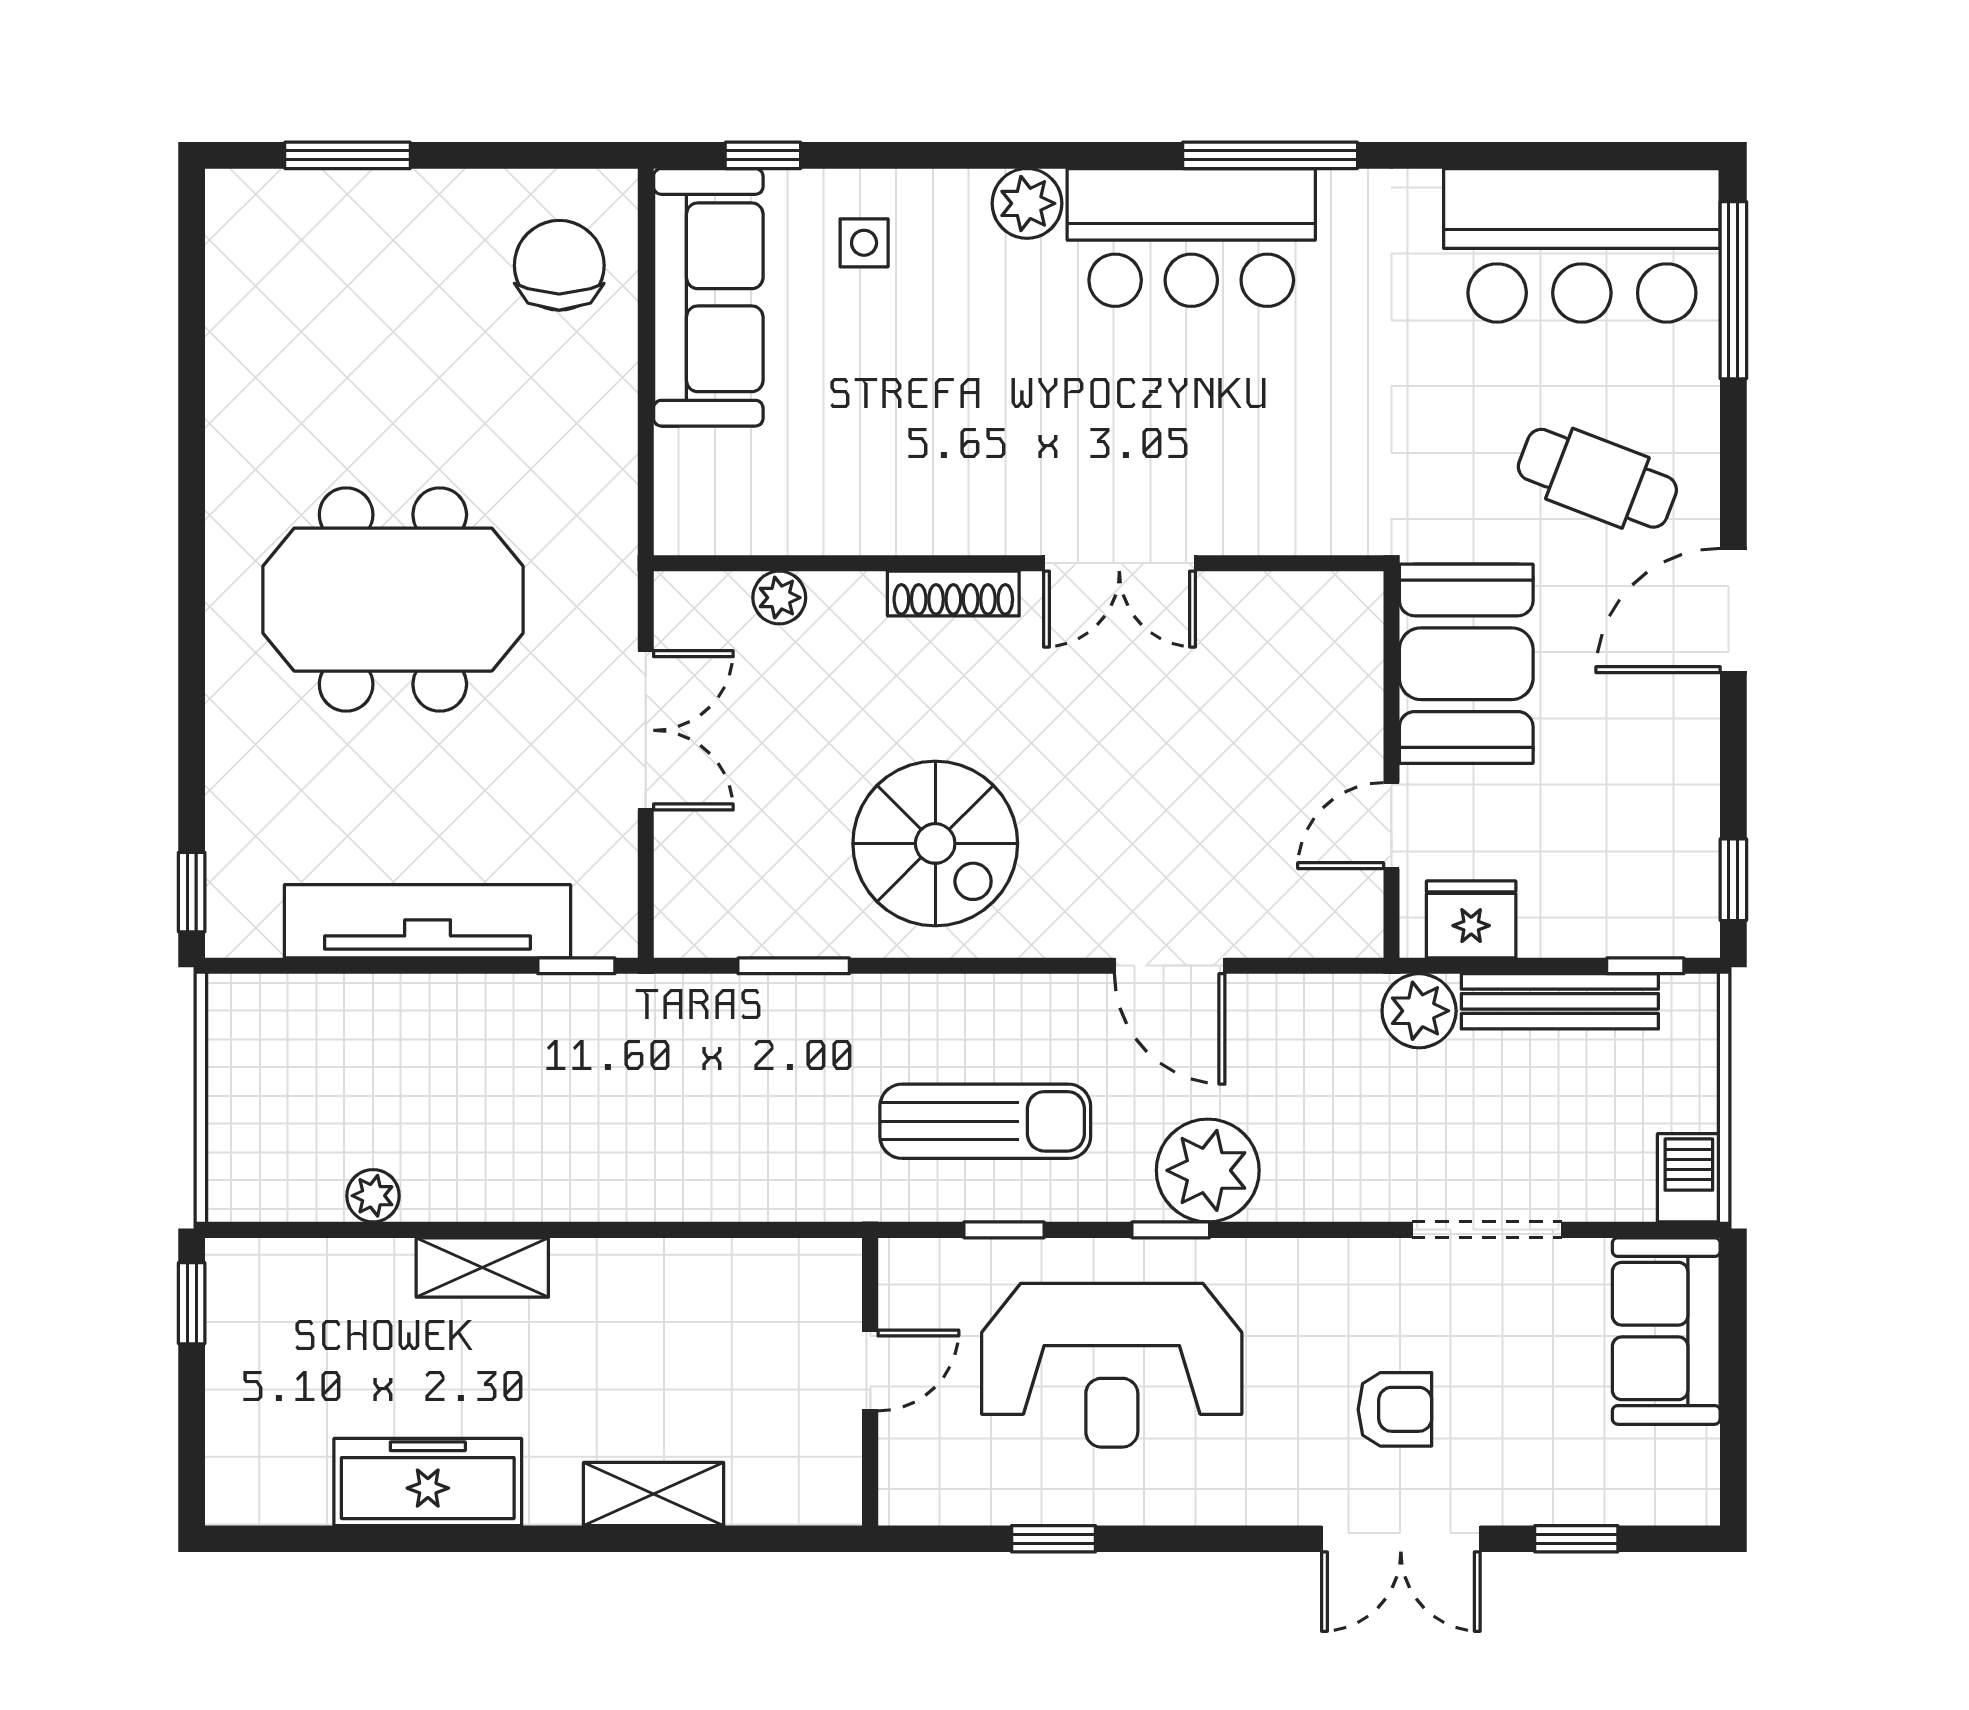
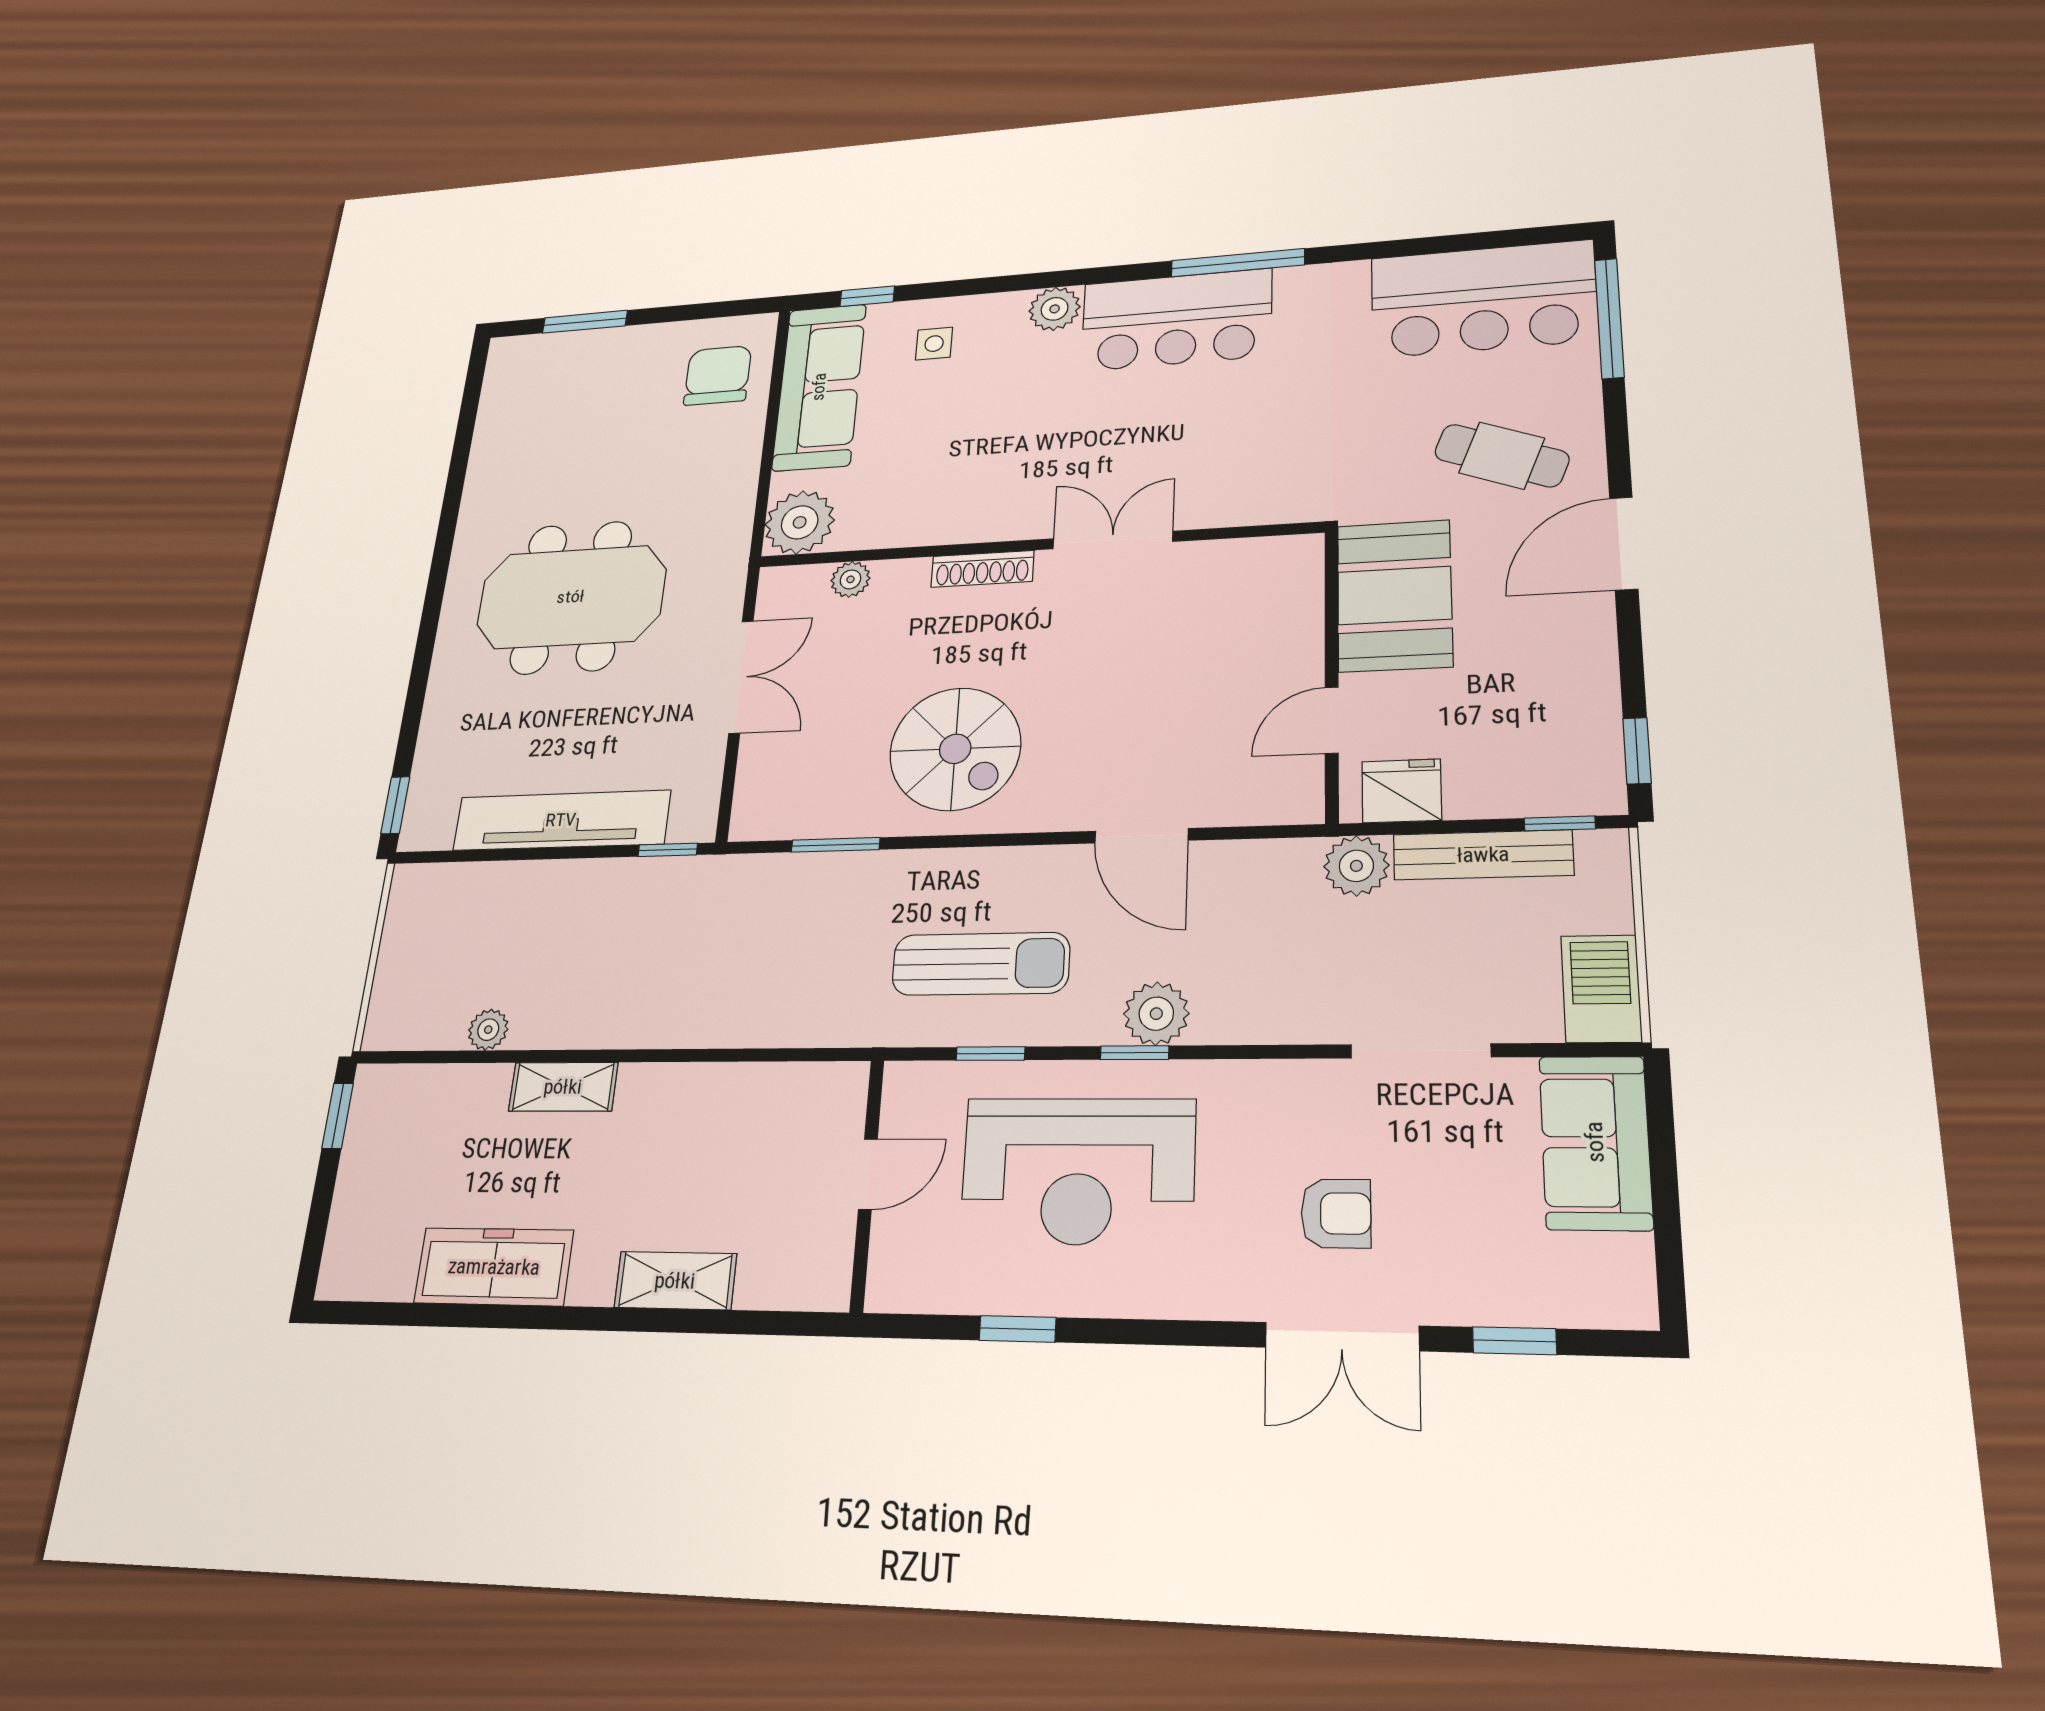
plant: (702, 507) -> (800, 522), added
double door: (1119, 563) -> (1113, 540), swing flipped
plant: (1208, 1170) -> (1156, 1014), width x0.73, depth x0.73
barbecue: (1689, 1178) -> (1601, 989), width x1.38, depth x1.27

